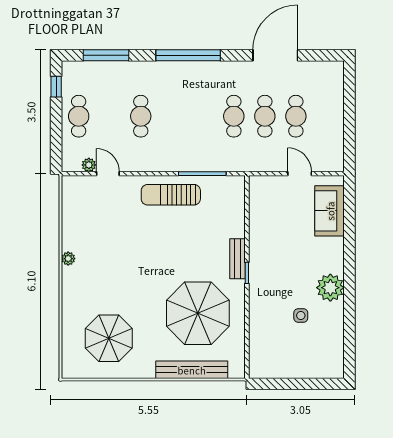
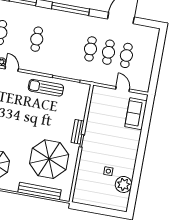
plant: (330, 288) -> (124, 184), moved

